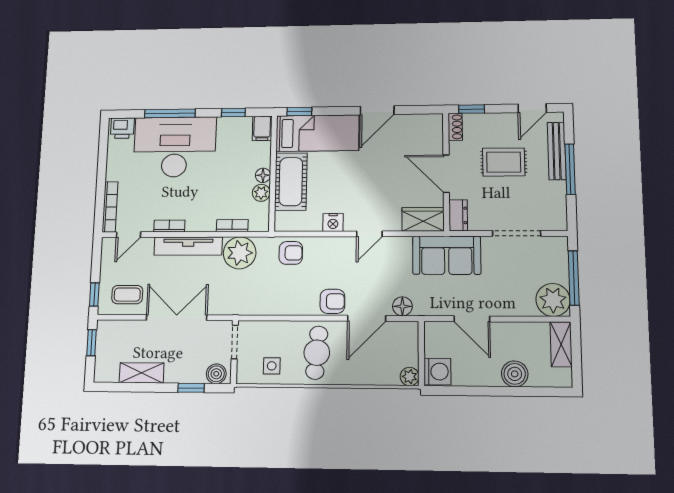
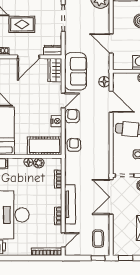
rug: (504, 162) -> (22, 24), turned 90
cot: (291, 182) -> (45, 146), moved
door: (369, 234) -> (63, 100), hinge flipped
door: (129, 235) -> (63, 240), hinge flipped
plant: (240, 253) -> (74, 174), removed
sofa: (447, 255) -> (75, 71), moved
armchair: (332, 301) -> (72, 116), moved
double door: (177, 318) -> (111, 197), moved
door: (472, 319) -> (111, 43), swing flipped

